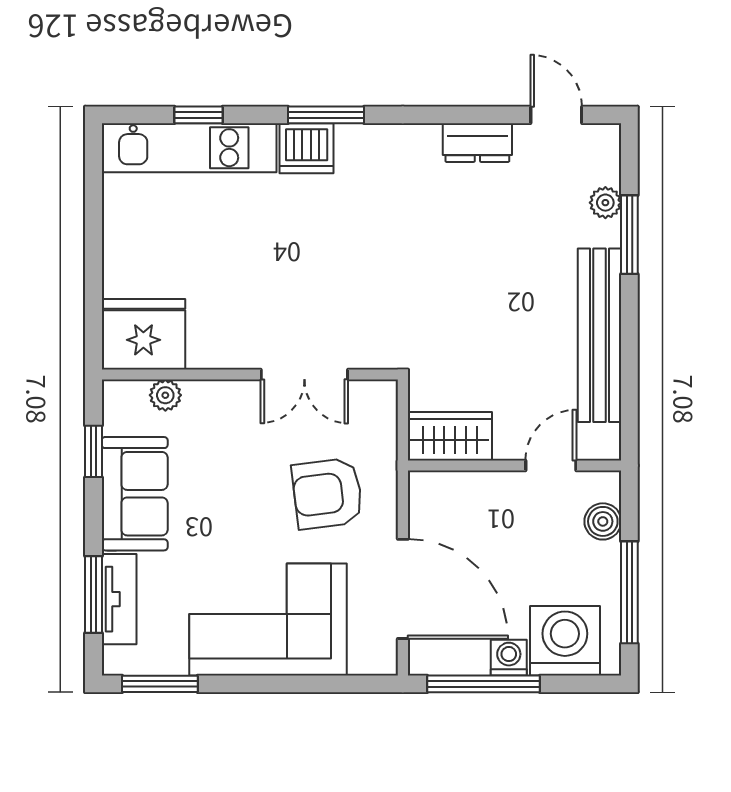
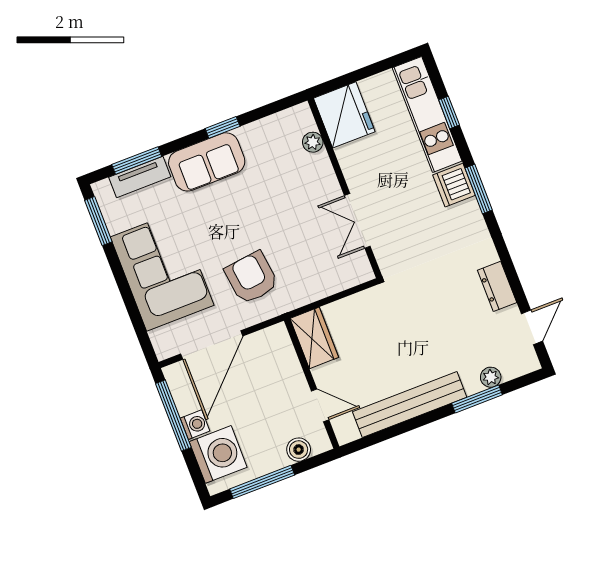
fridge: (143, 334) -> (344, 115), moved
wall: (250, 375) -> (345, 188), moved
double door: (304, 375) -> (357, 221), moved
plant: (165, 395) -> (313, 142), moved

